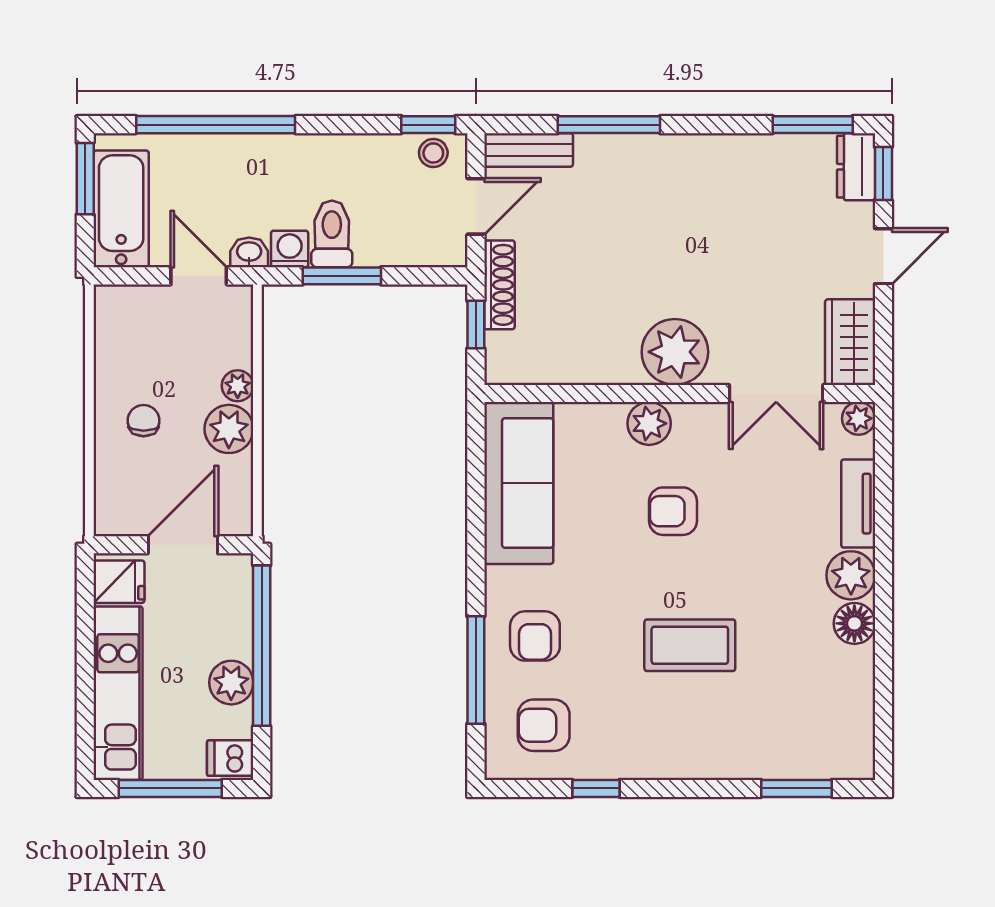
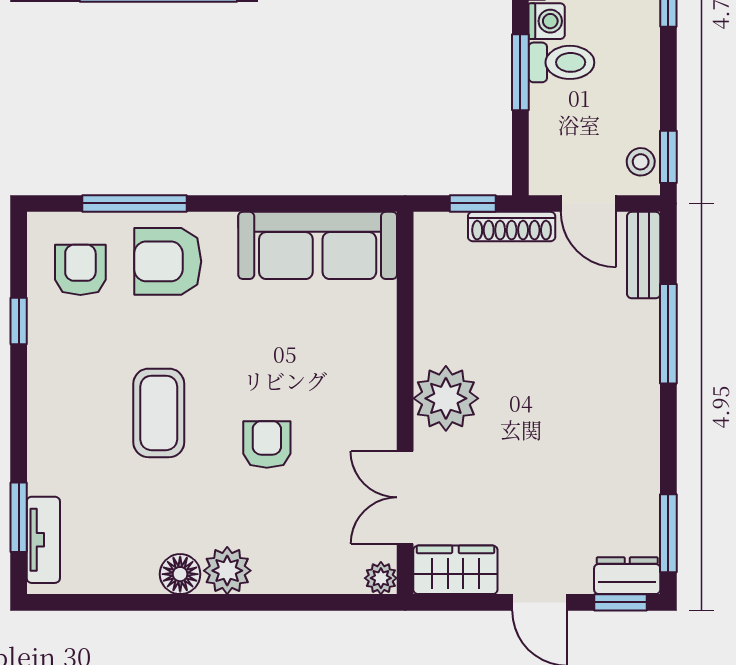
plant: (649, 423) -> (376, 373), removed
tv unit: (858, 504) -> (43, 540), moved, turned 90
armchair: (673, 511) -> (267, 444), moved
armchair: (535, 636) -> (168, 261), width x1.38, depth x1.38

